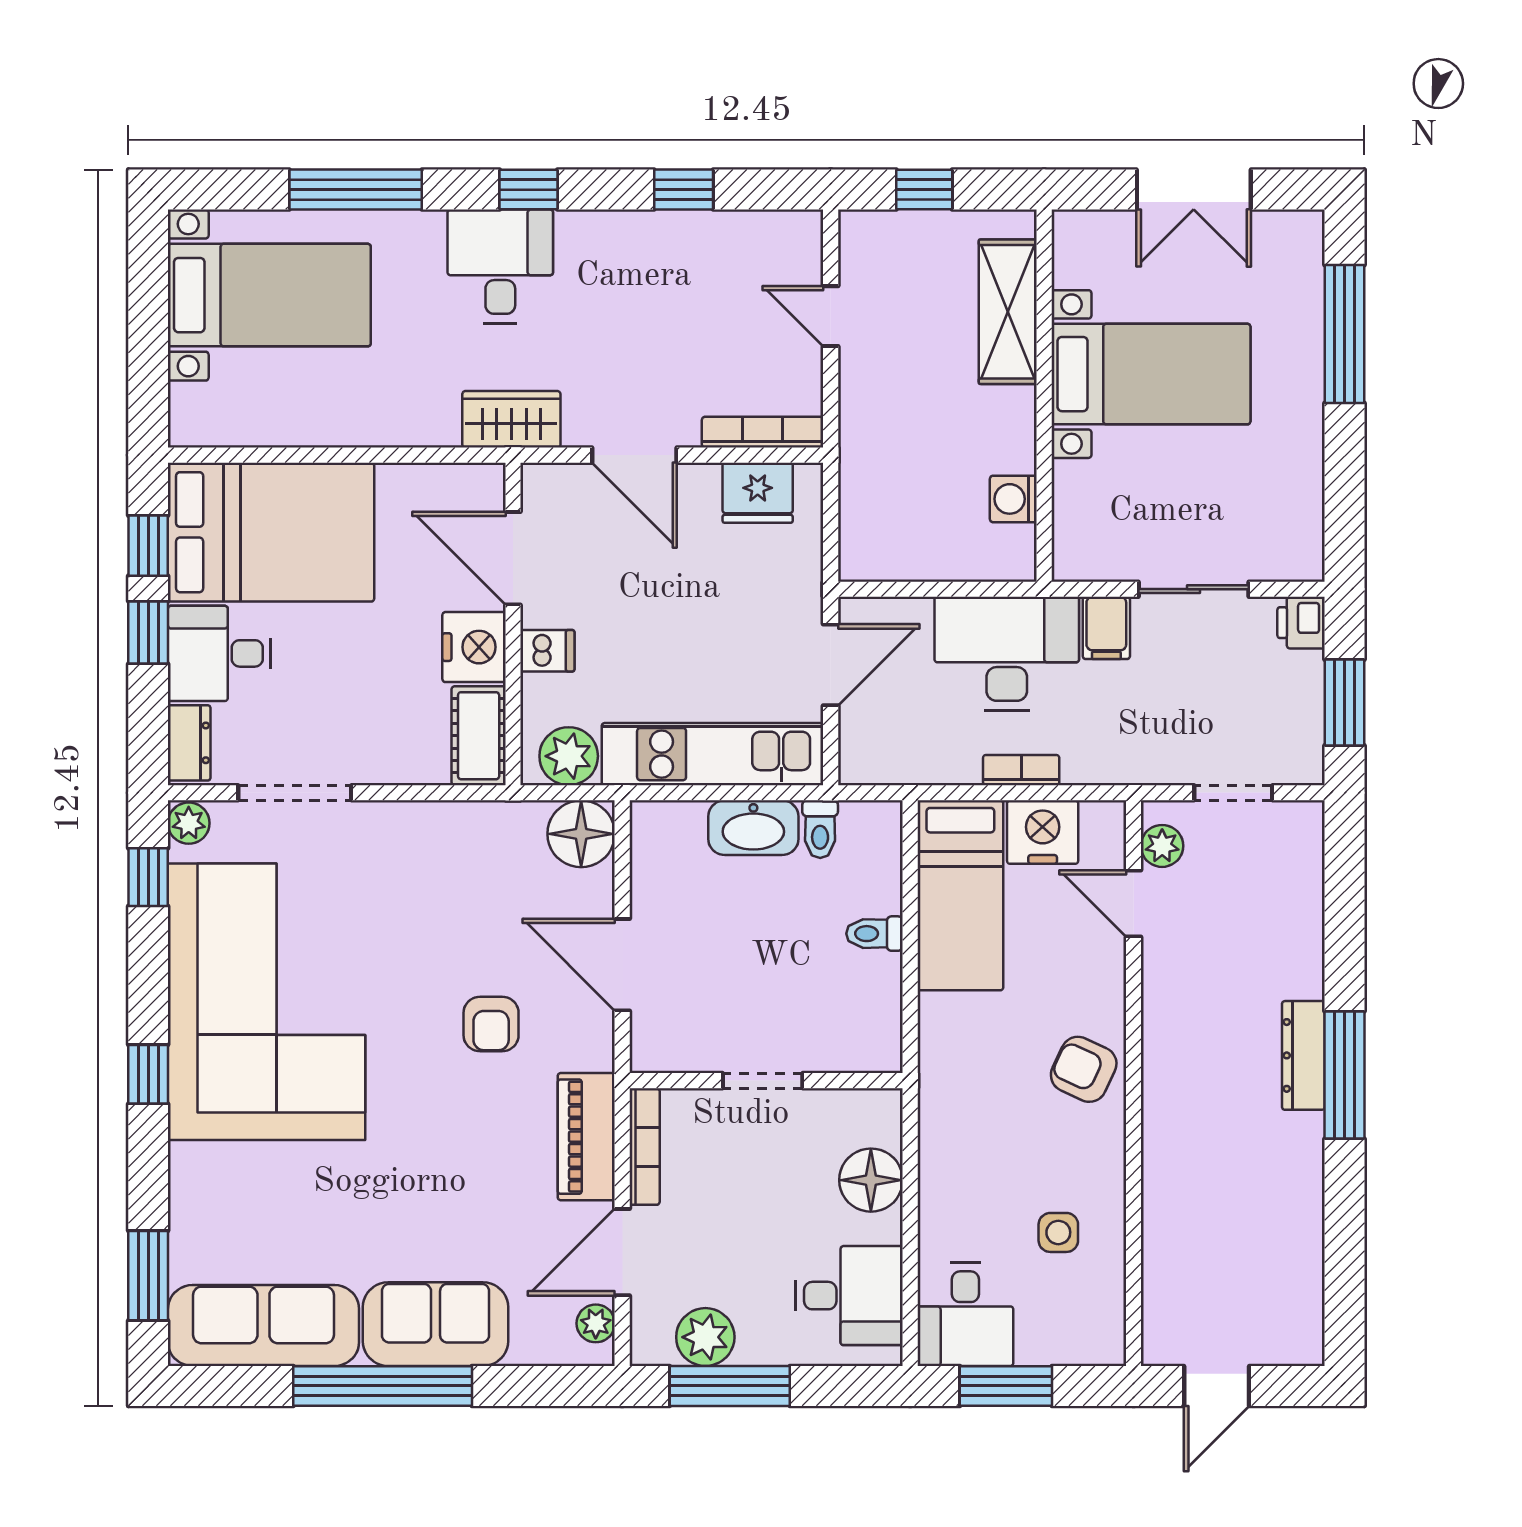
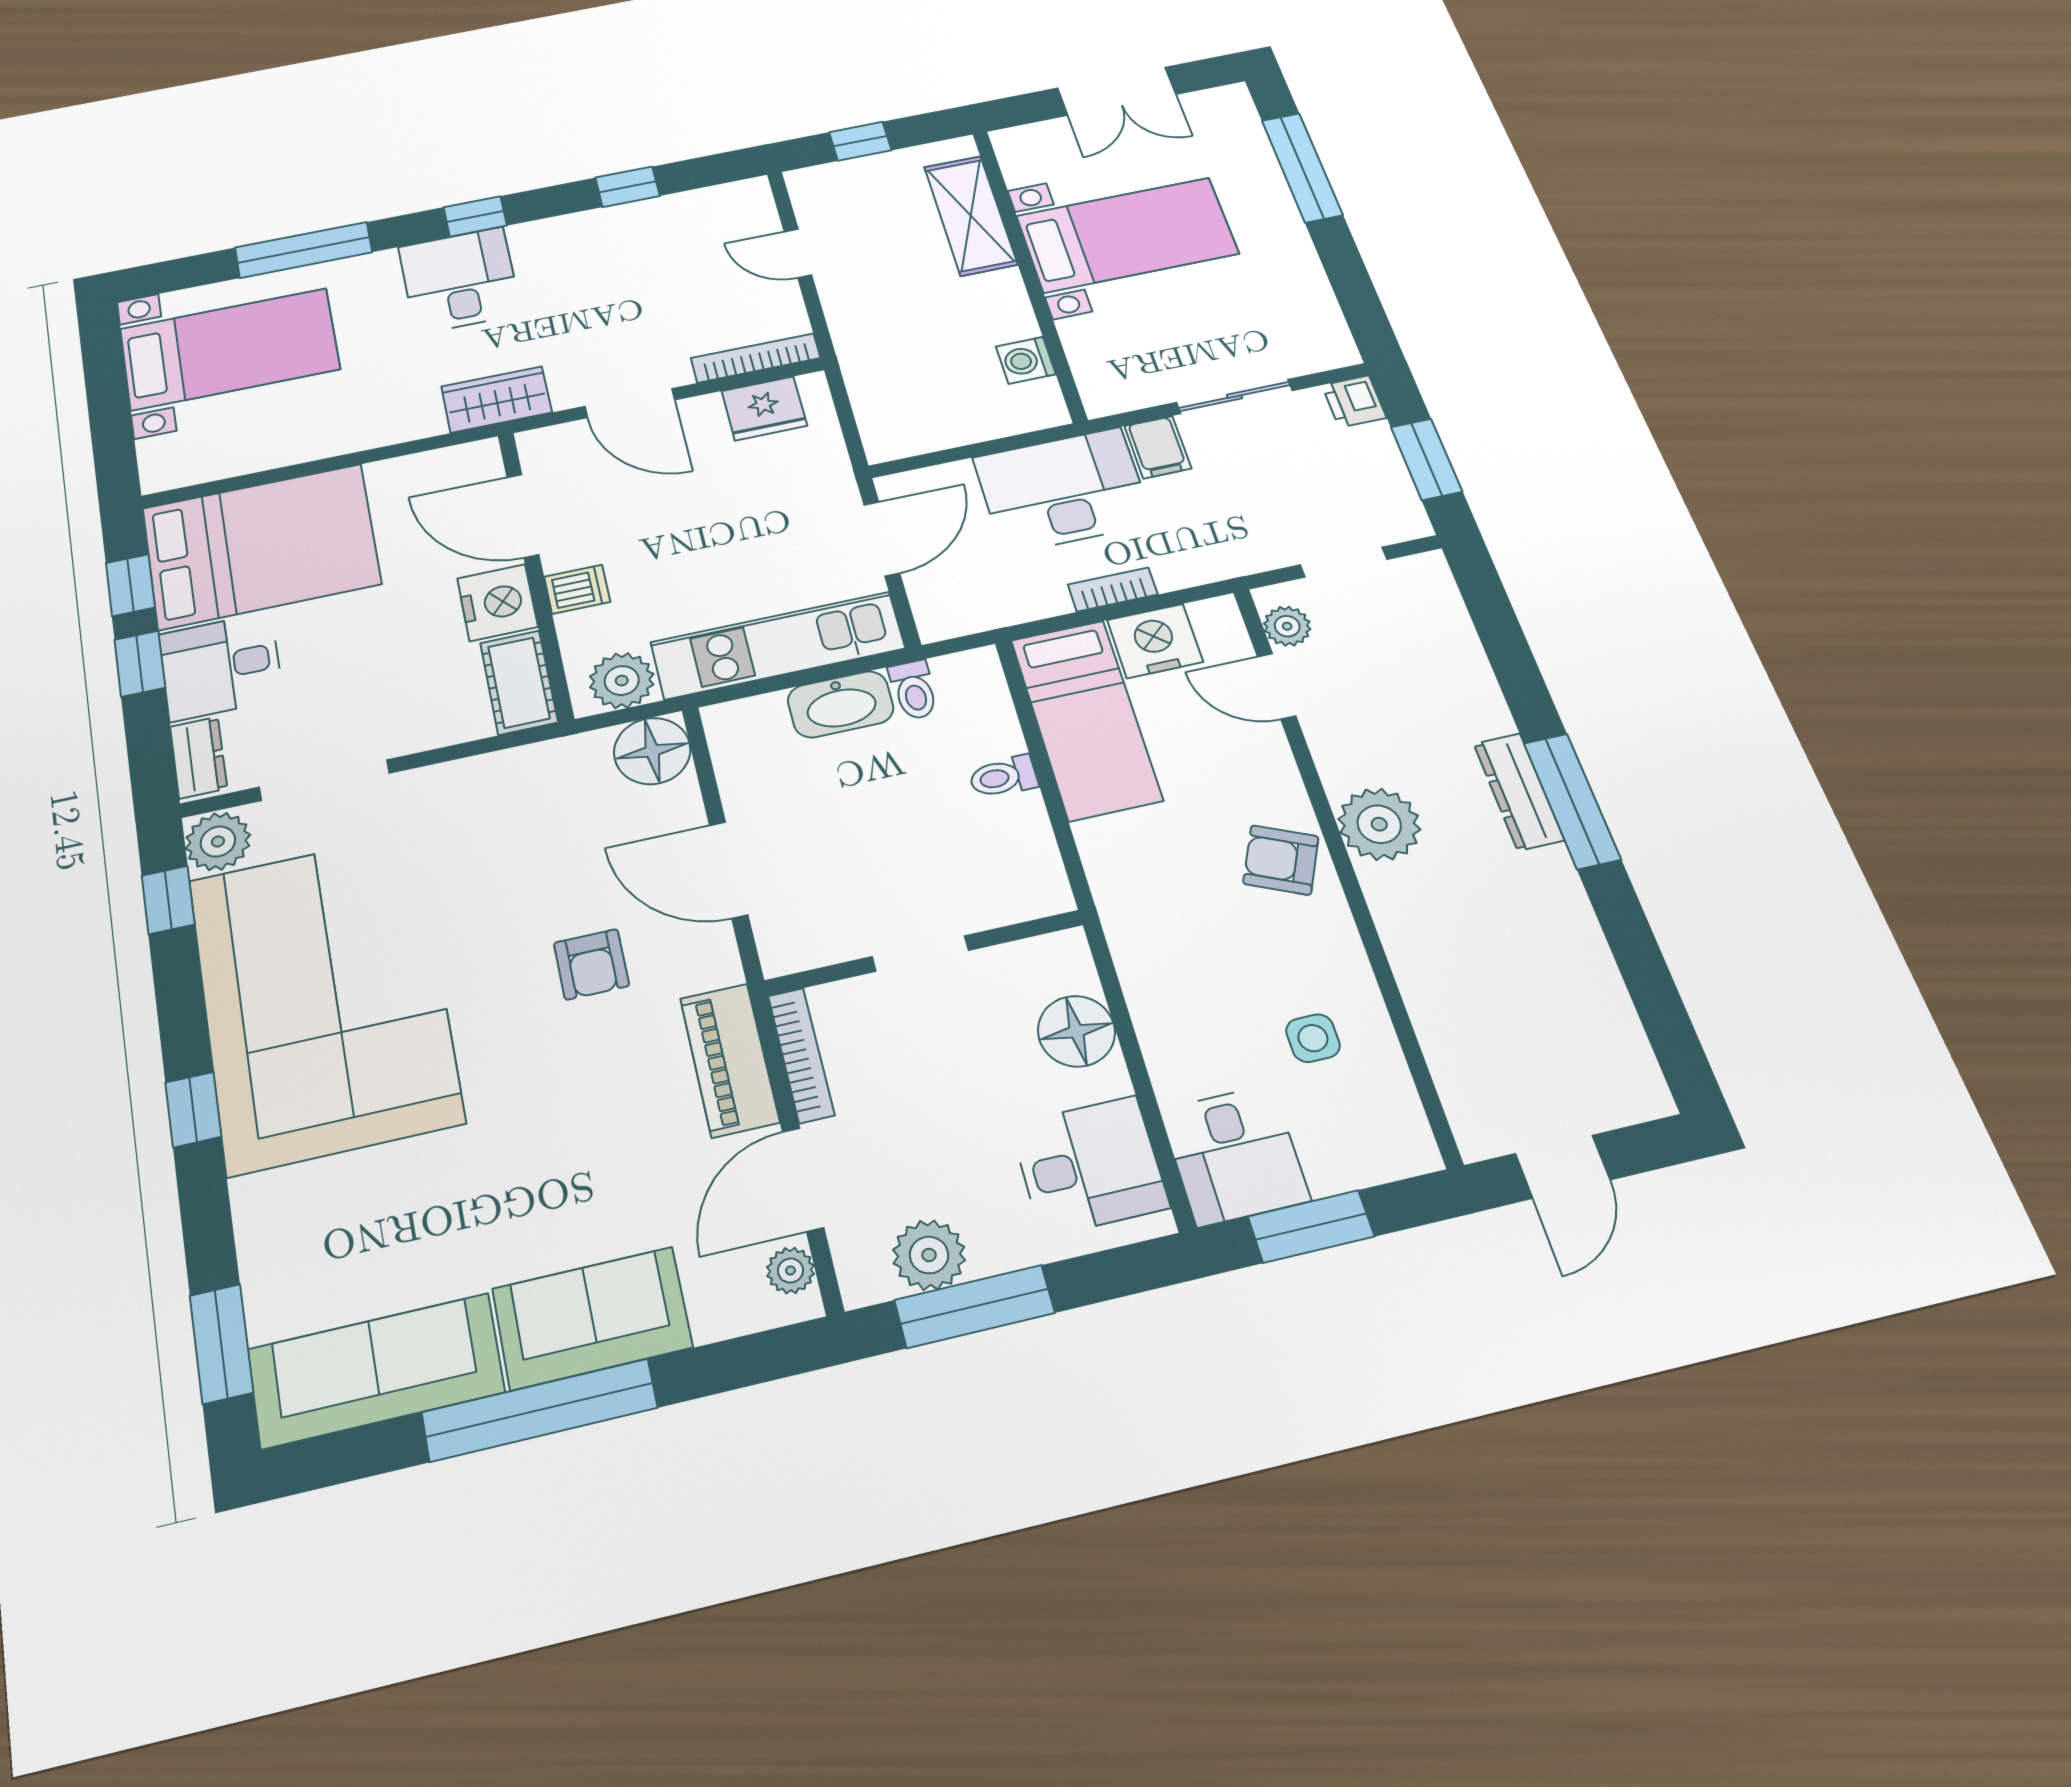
plant: (189, 823) -> (218, 842), width x1.38, depth x1.38
plant: (1176, 1057) -> (1379, 824), added

